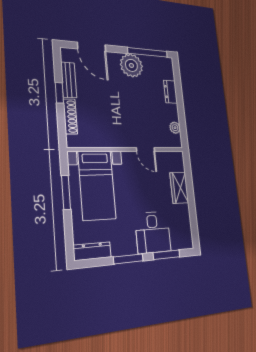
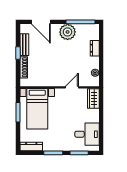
door: (146, 150) -> (72, 87), swing flipped
wardrobe: (179, 188) -> (93, 99), moved
desk: (153, 232) -> (87, 134), moved, turned -90

